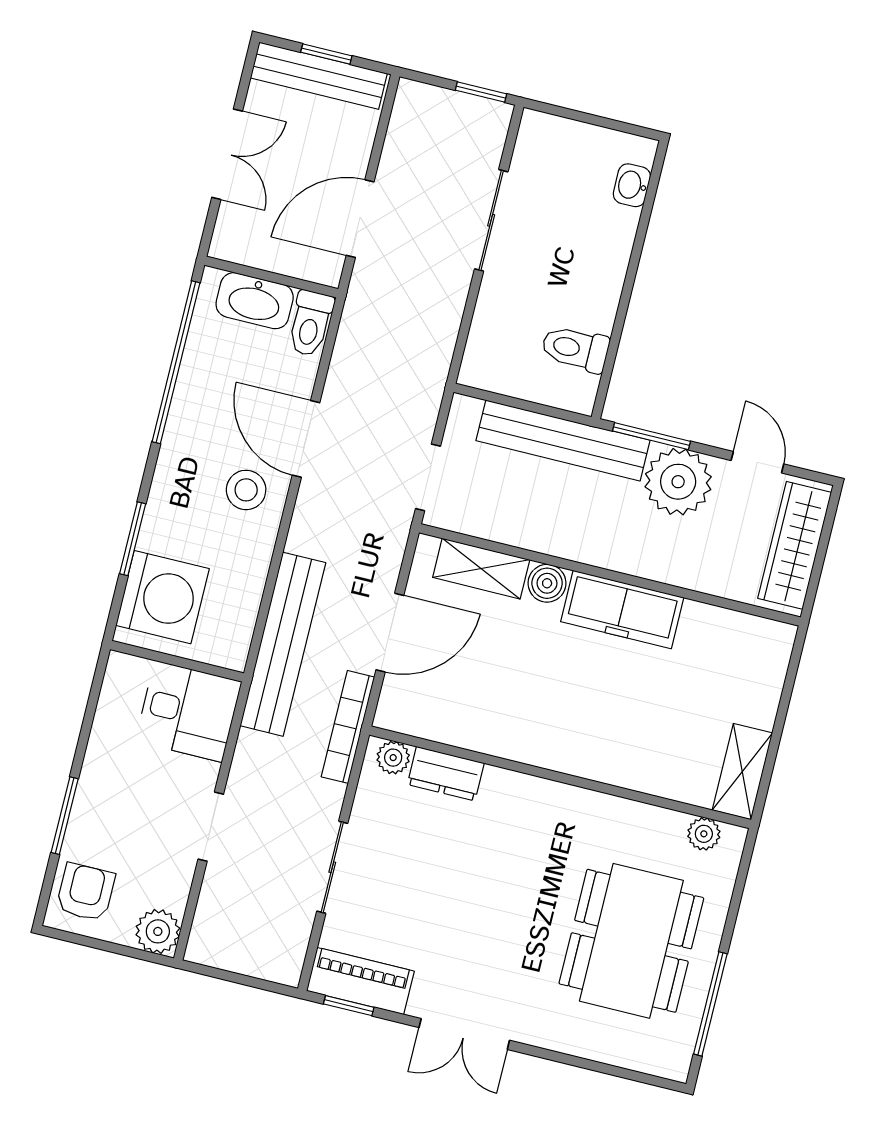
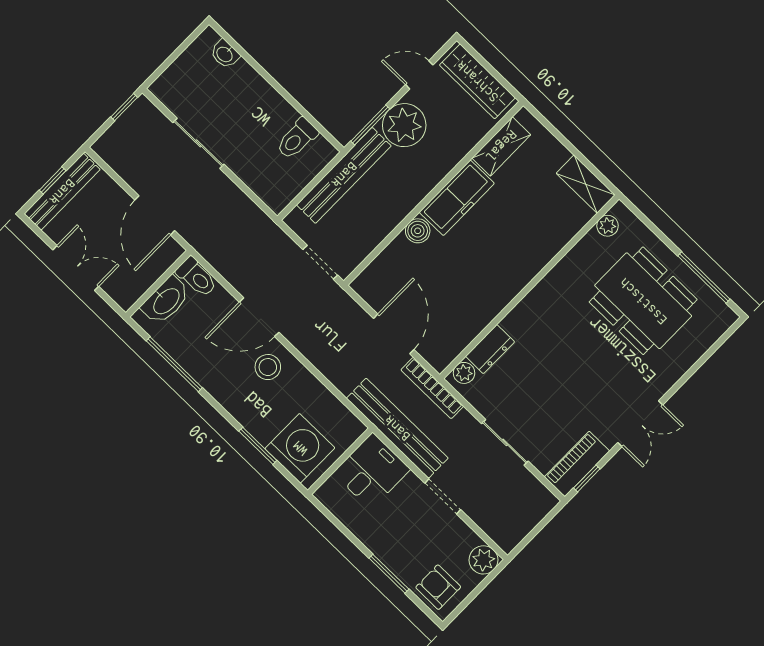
window: (176, 362) -> (174, 364), width x0.68
shelving: (481, 569) -> (501, 146), moved
bench: (283, 644) -> (397, 428), moved

